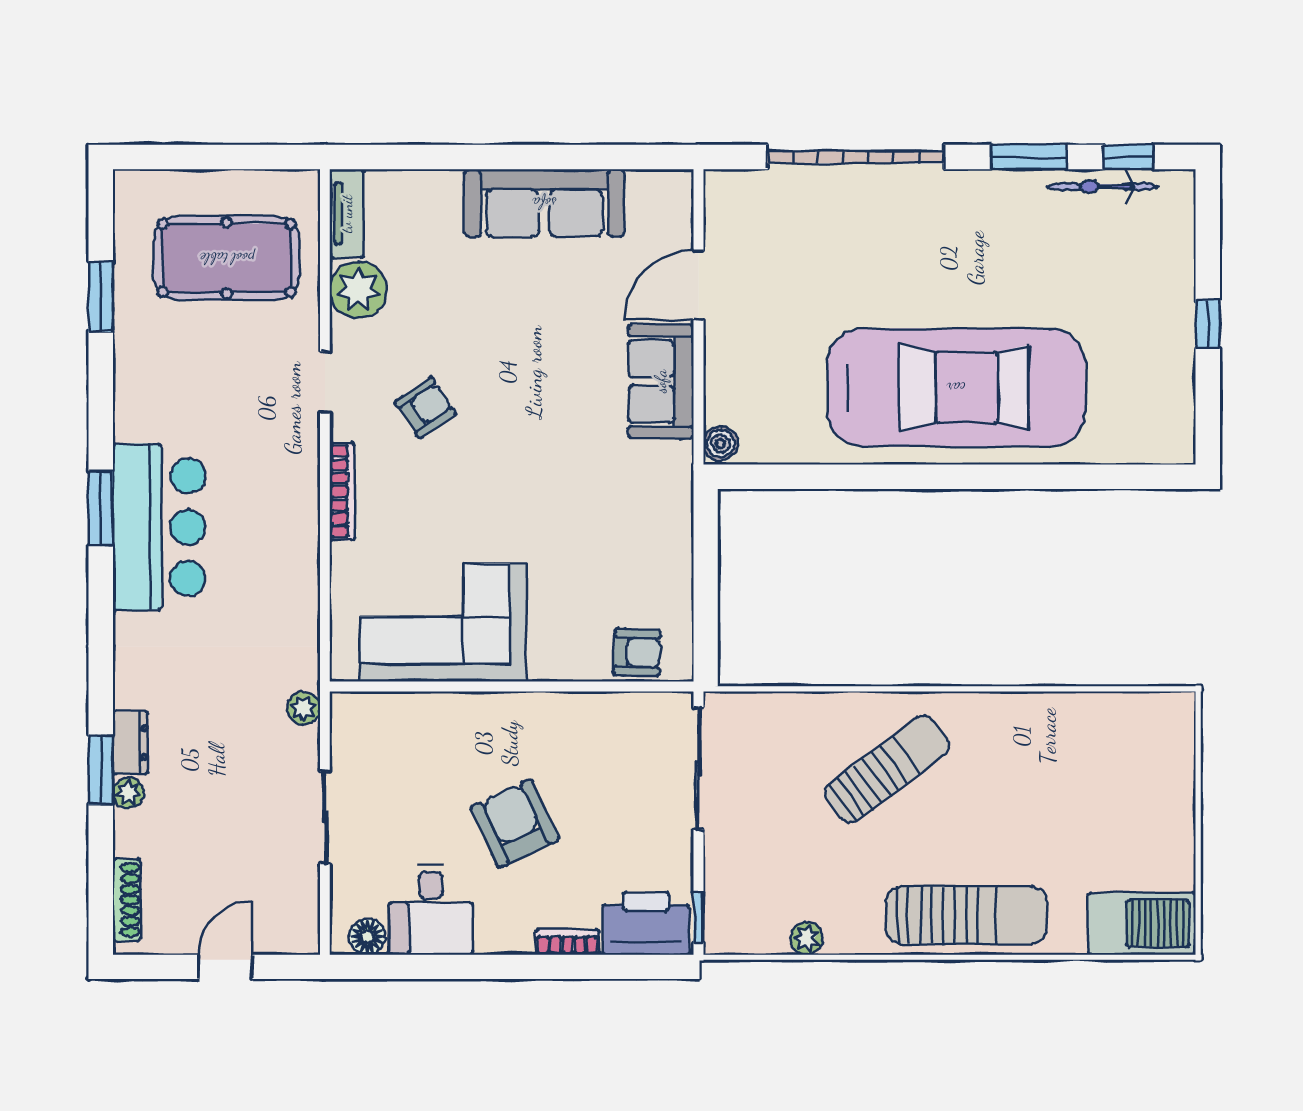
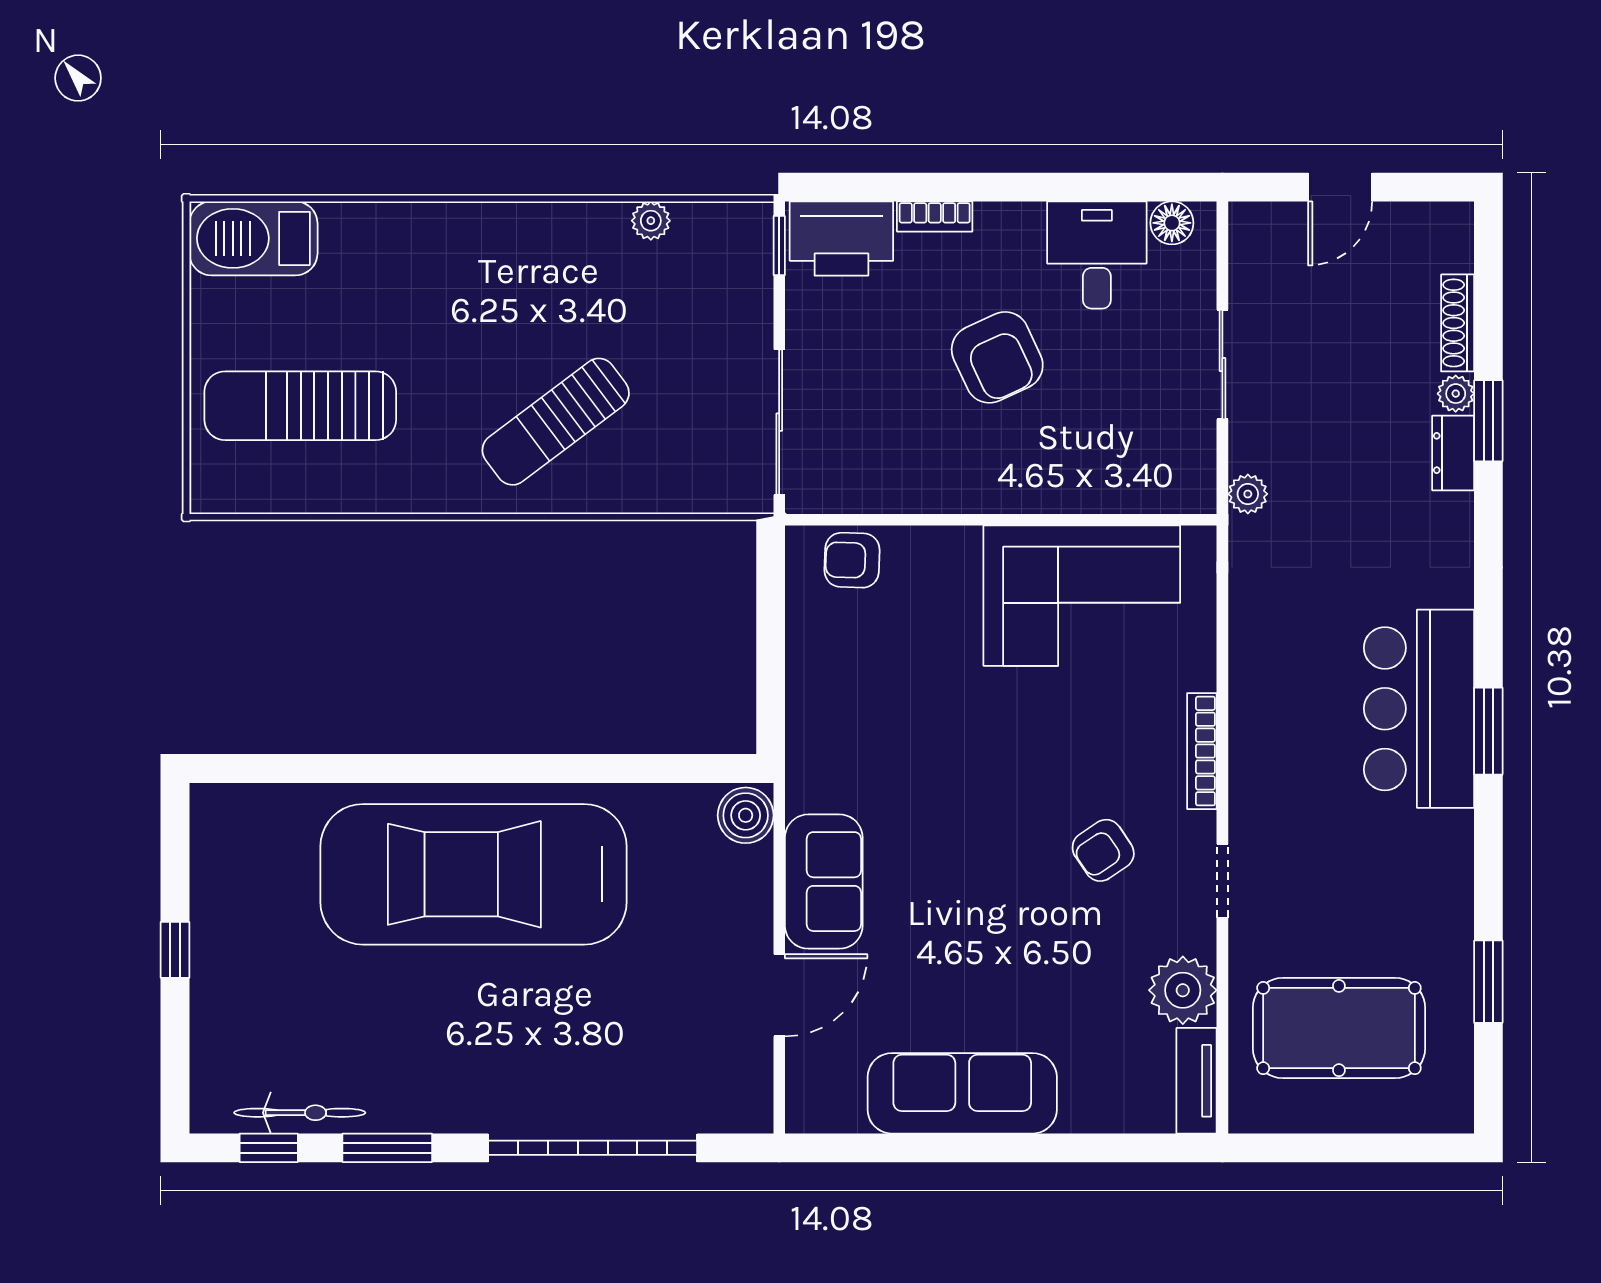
boiler: (721, 444) -> (746, 815), width x1.36, depth x1.36
shoe rack: (127, 900) -> (1458, 323), moved
sun lounger: (967, 915) -> (300, 406), moved

